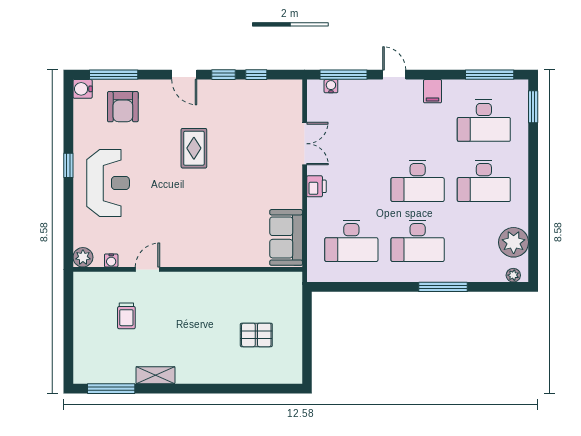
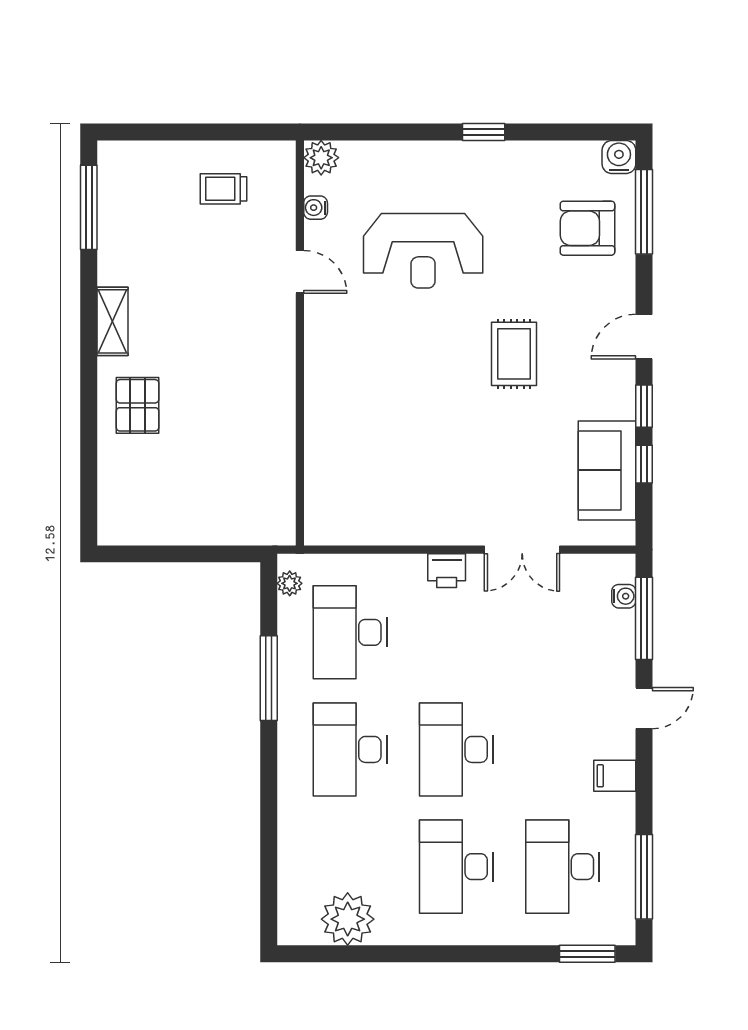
rug: (194, 148) -> (514, 354), turned 90
reception desk: (108, 183) -> (423, 251), moved
sofa: (286, 237) -> (607, 470), moved, turned -90
plant: (513, 275) -> (290, 583), moved
window: (443, 287) -> (269, 678), moved
trolley: (126, 316) -> (224, 189), moved
pallet: (256, 335) -> (138, 405), moved
shelving: (155, 375) -> (113, 321), moved

